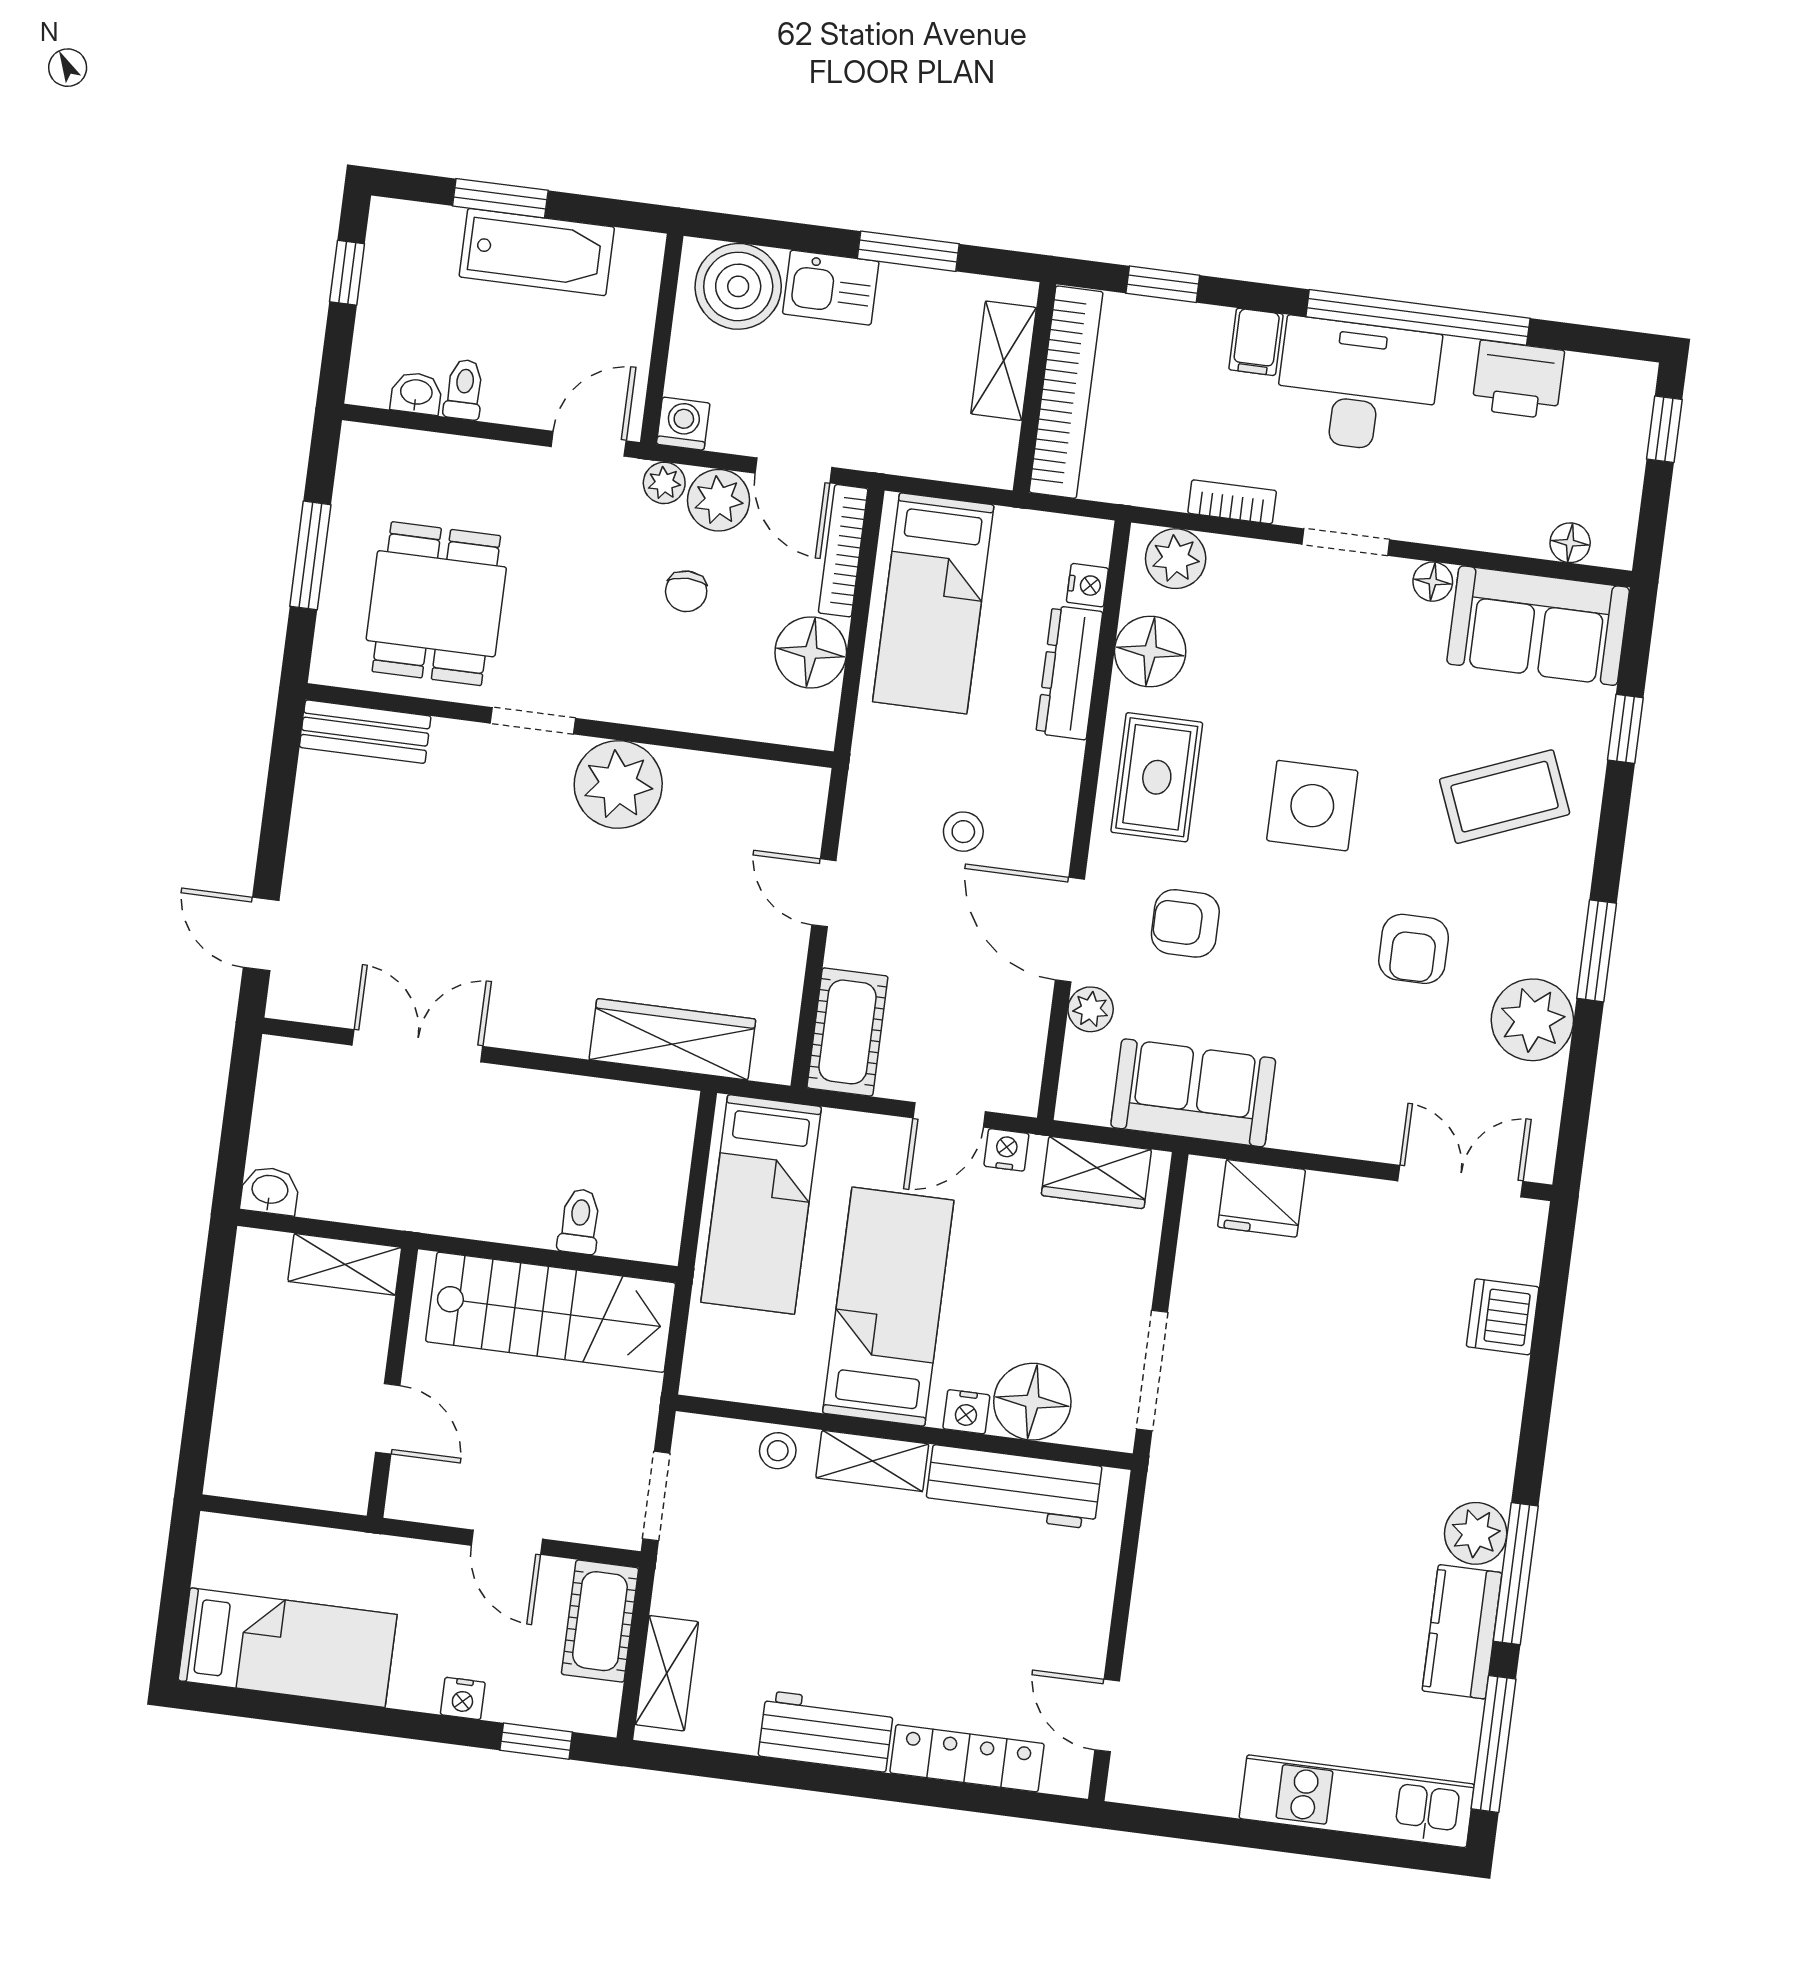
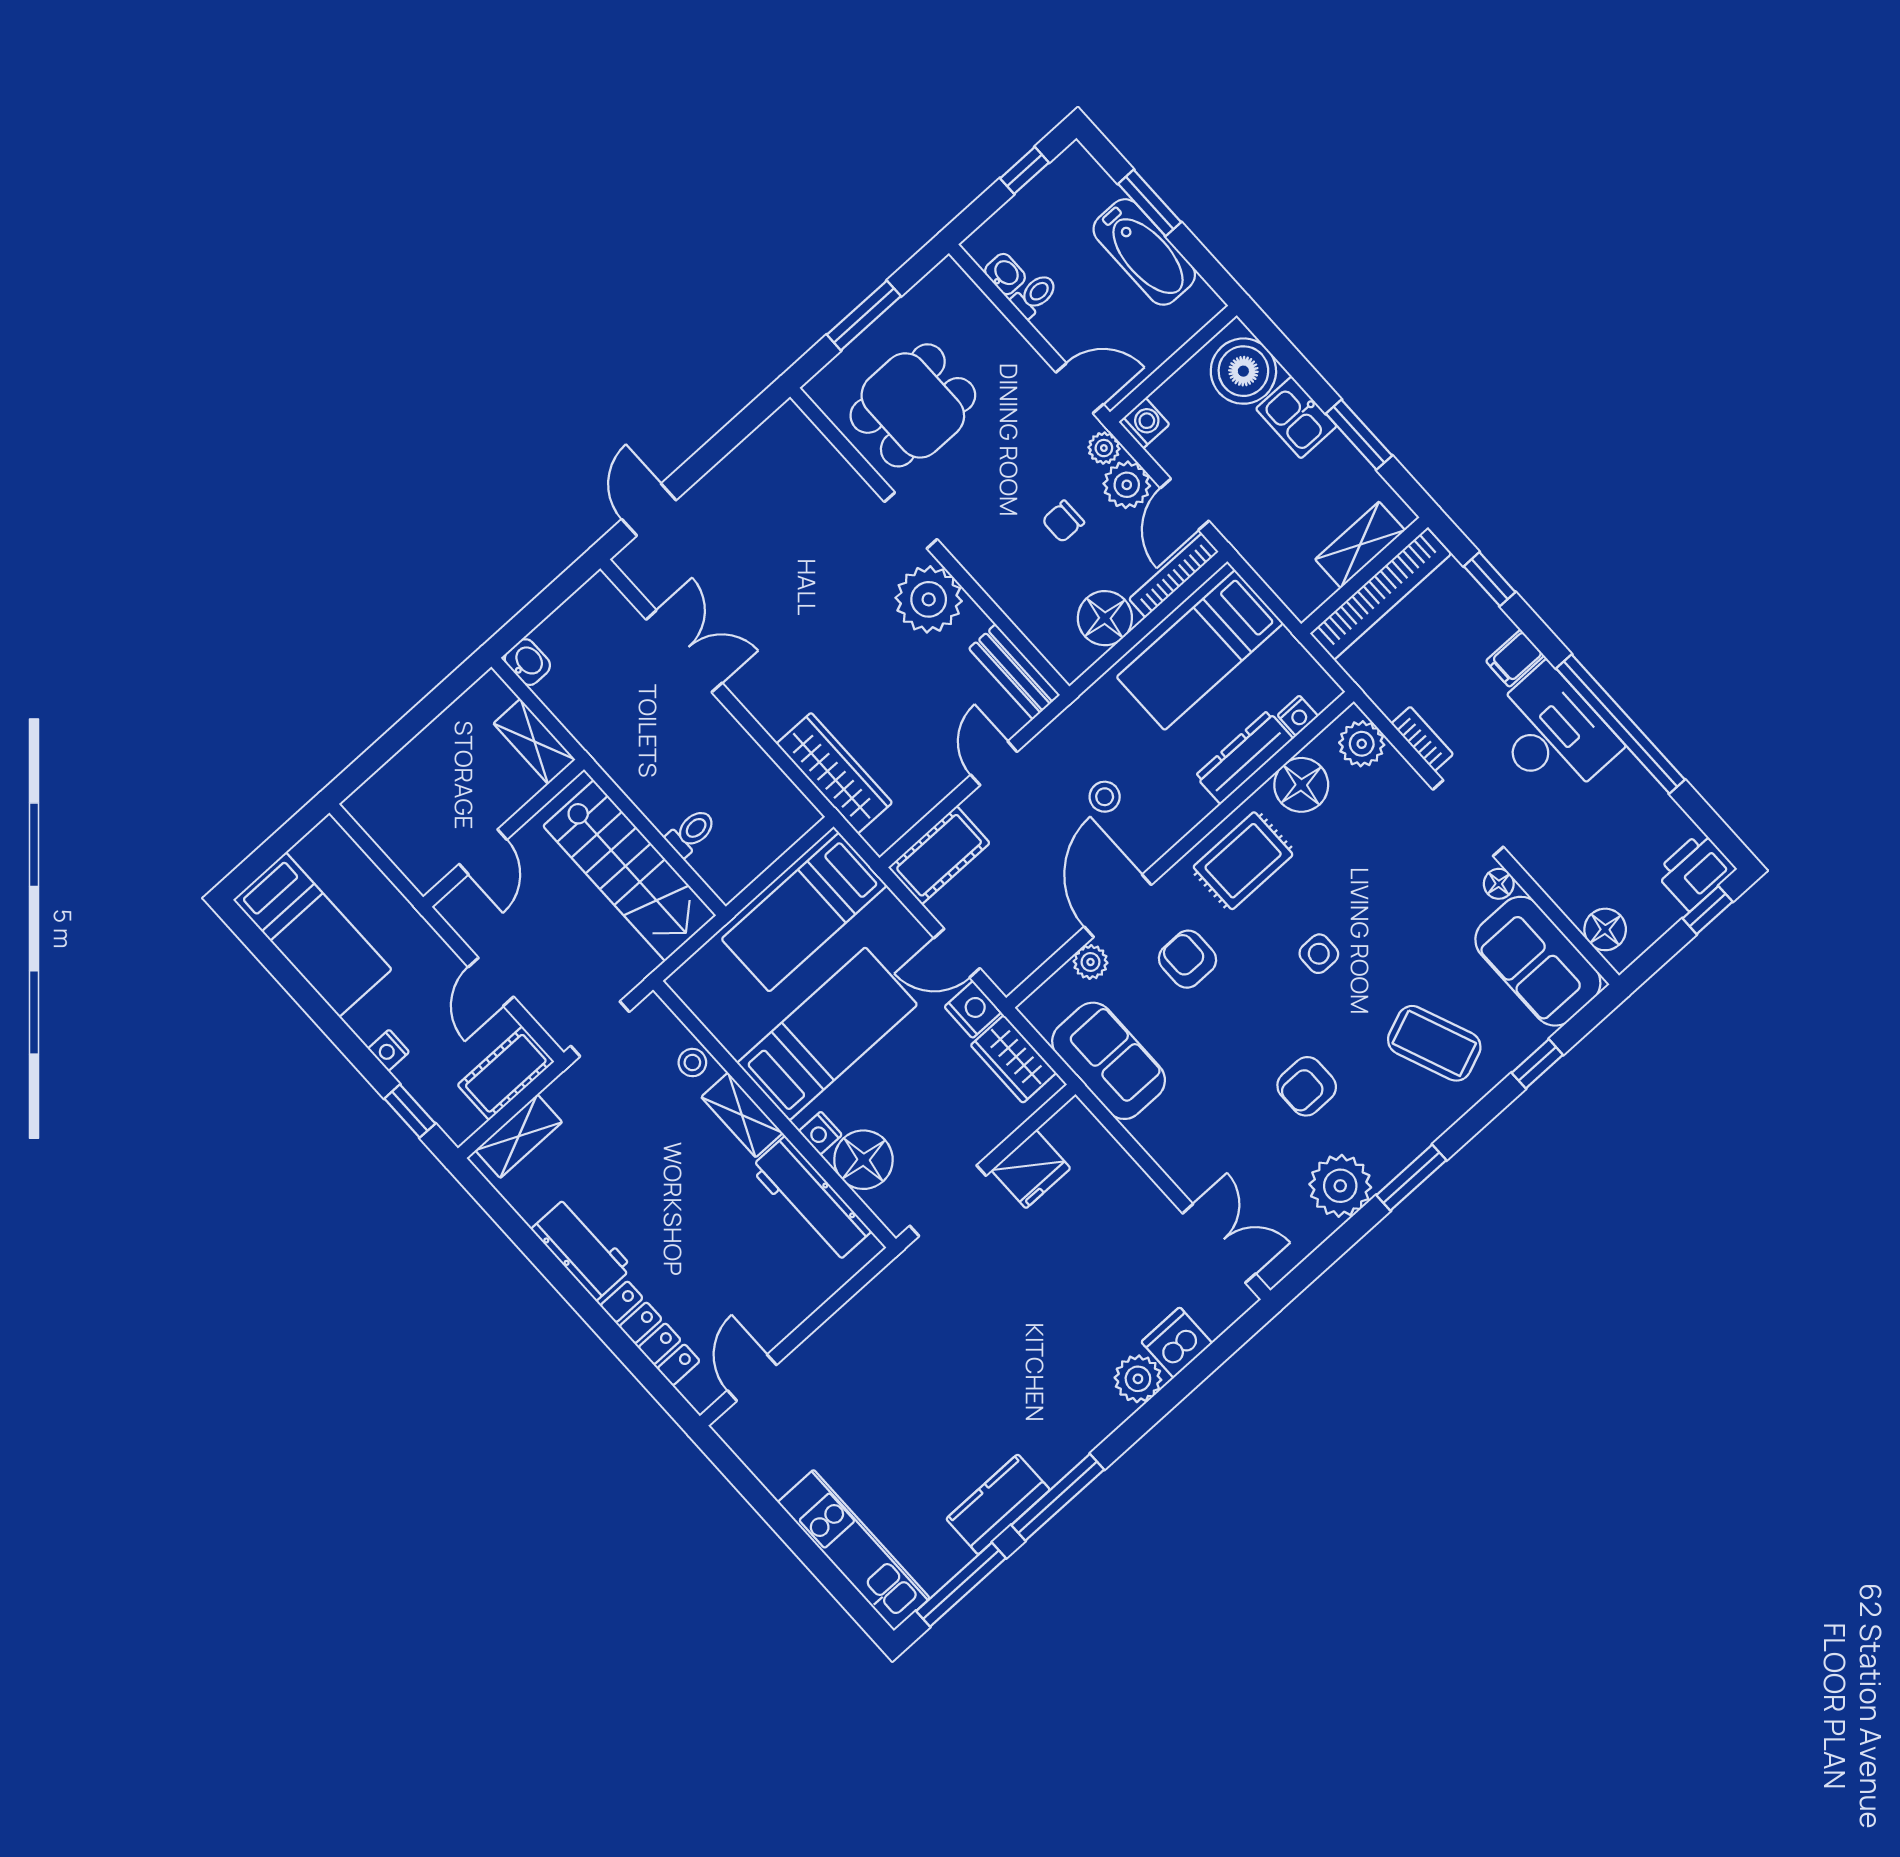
printer: (1518, 380) -> (1696, 871), moved, turned 90
doorway: (1346, 542) -> (1468, 818), width x1.38
floor lamp: (1570, 543) -> (1605, 929), width x1.37, depth x1.37
bench: (365, 732) -> (1014, 672), moved
side table: (1312, 806) -> (1319, 954), width x0.54, depth x0.54
nightstand: (1006, 1150) -> (973, 1010), width x1.39, depth x1.35
fridge: (1262, 1198) -> (1031, 1169), moved, turned -90
plant: (1476, 1533) -> (1138, 1379), moved

